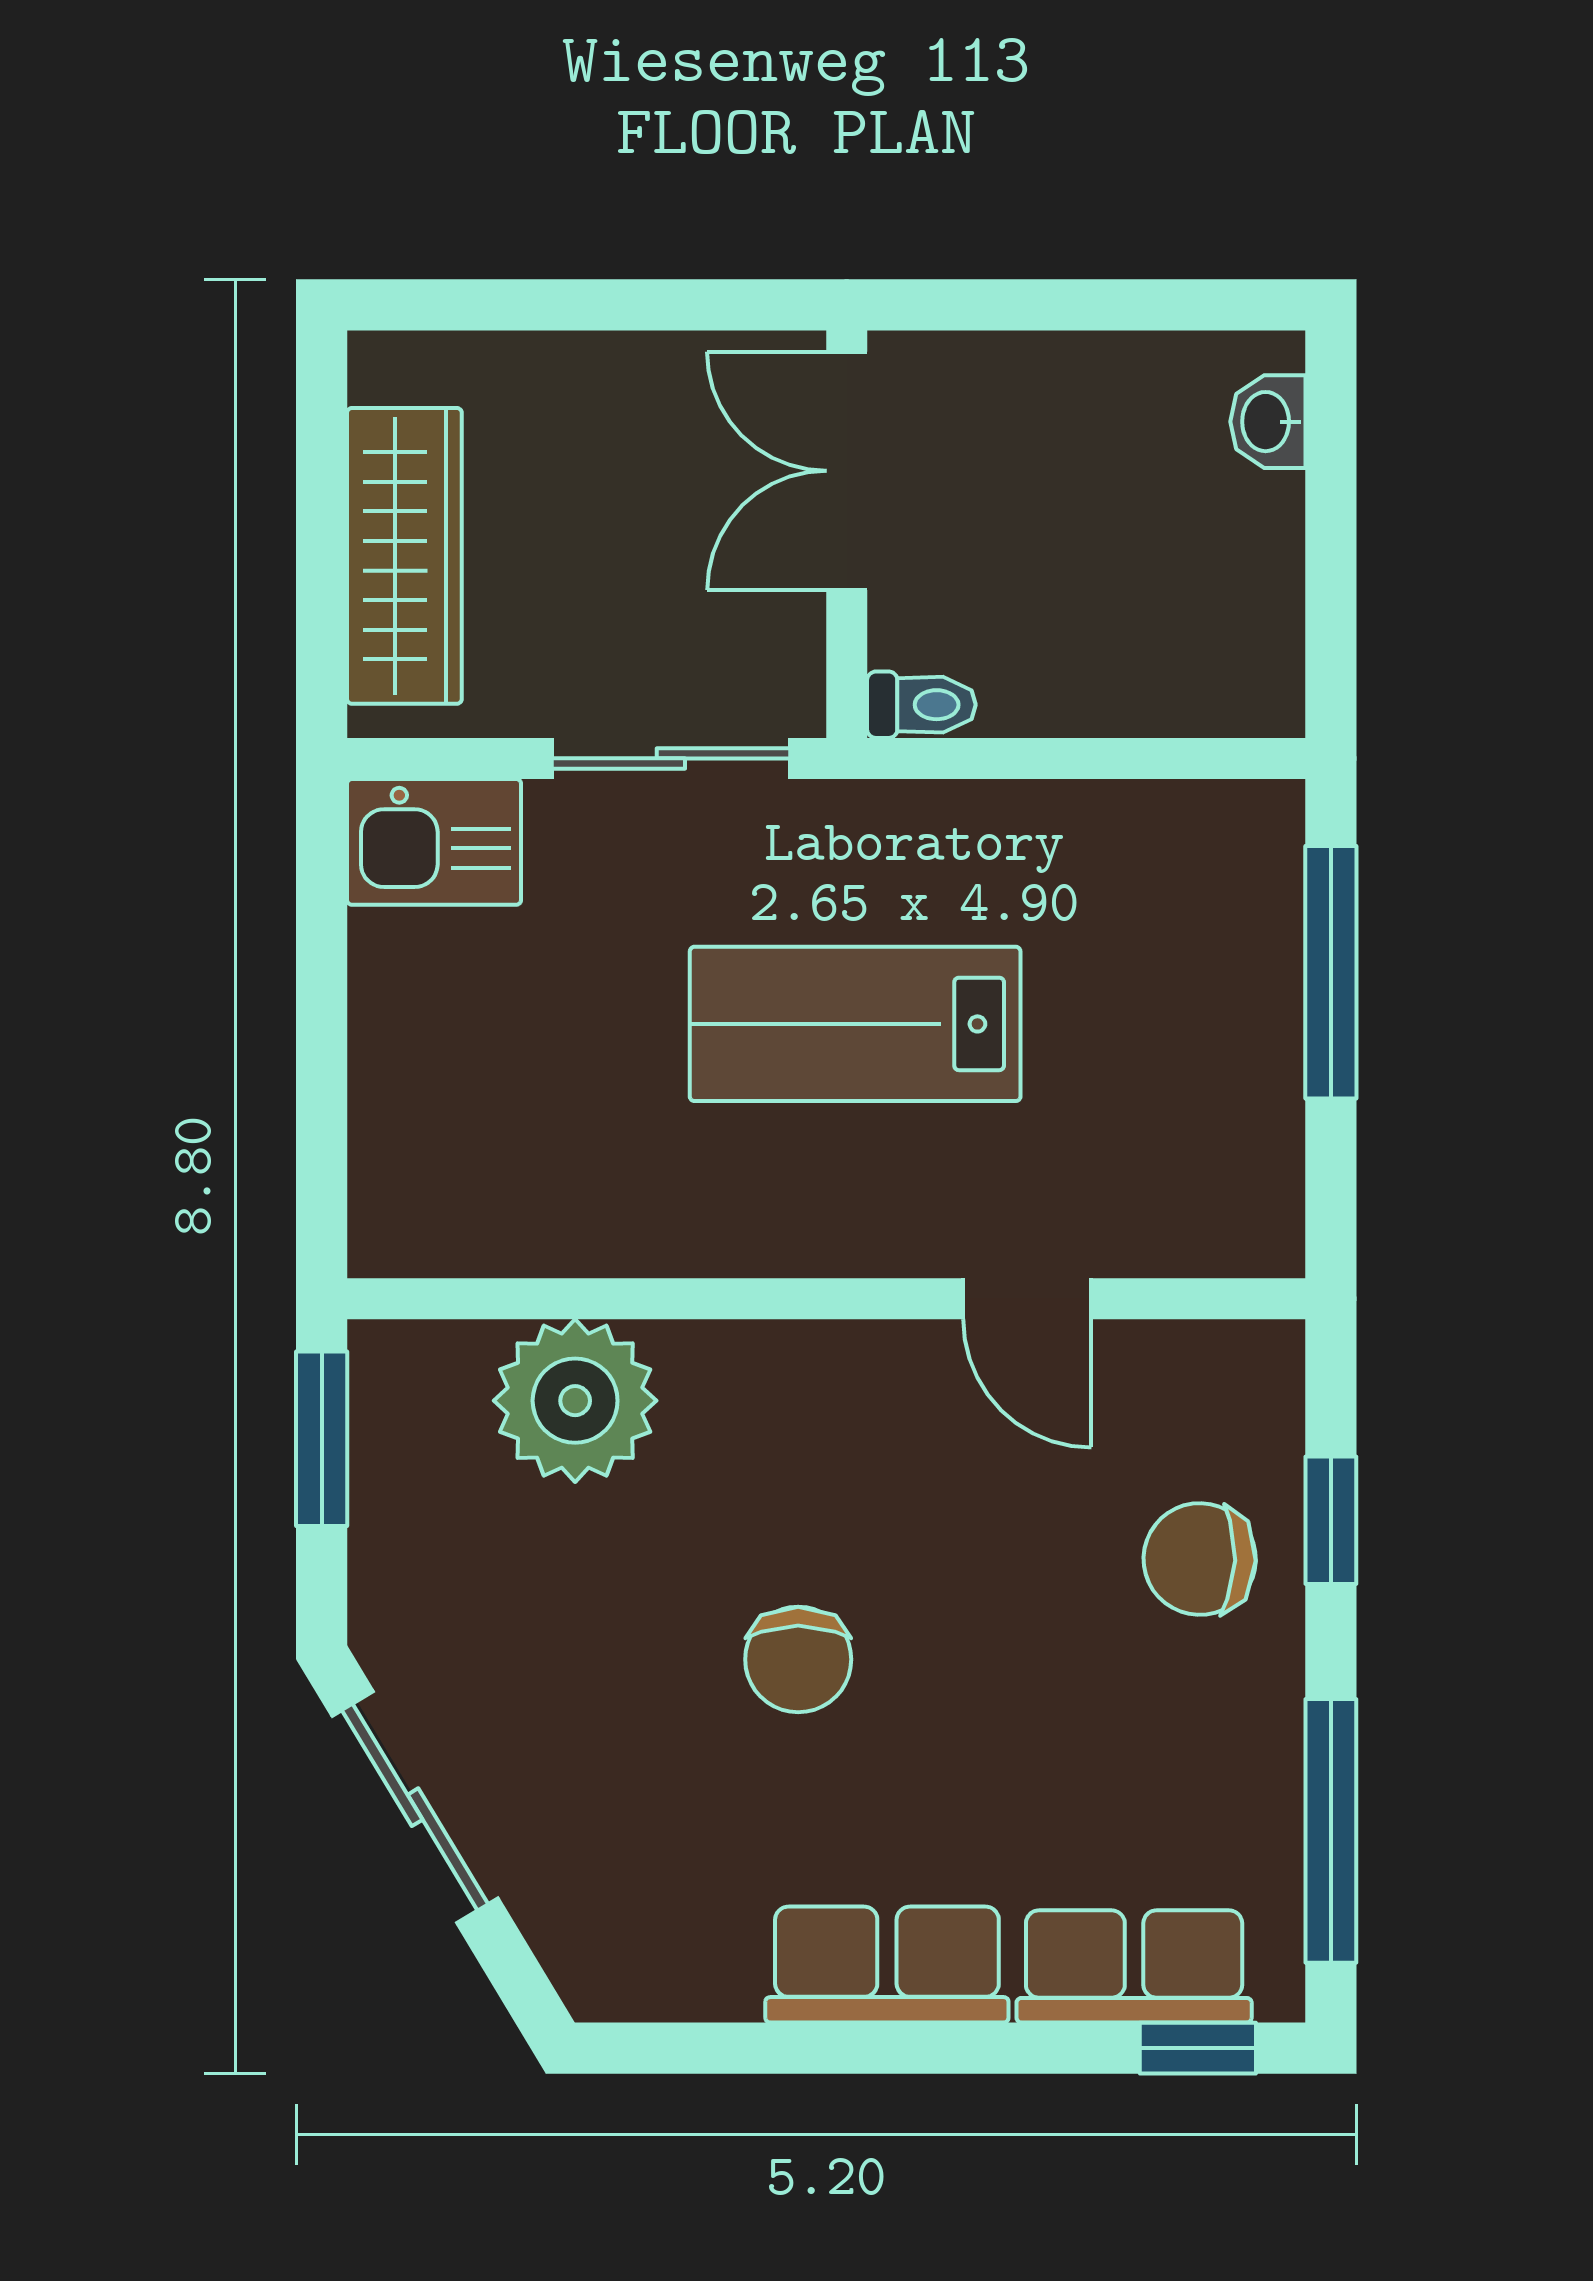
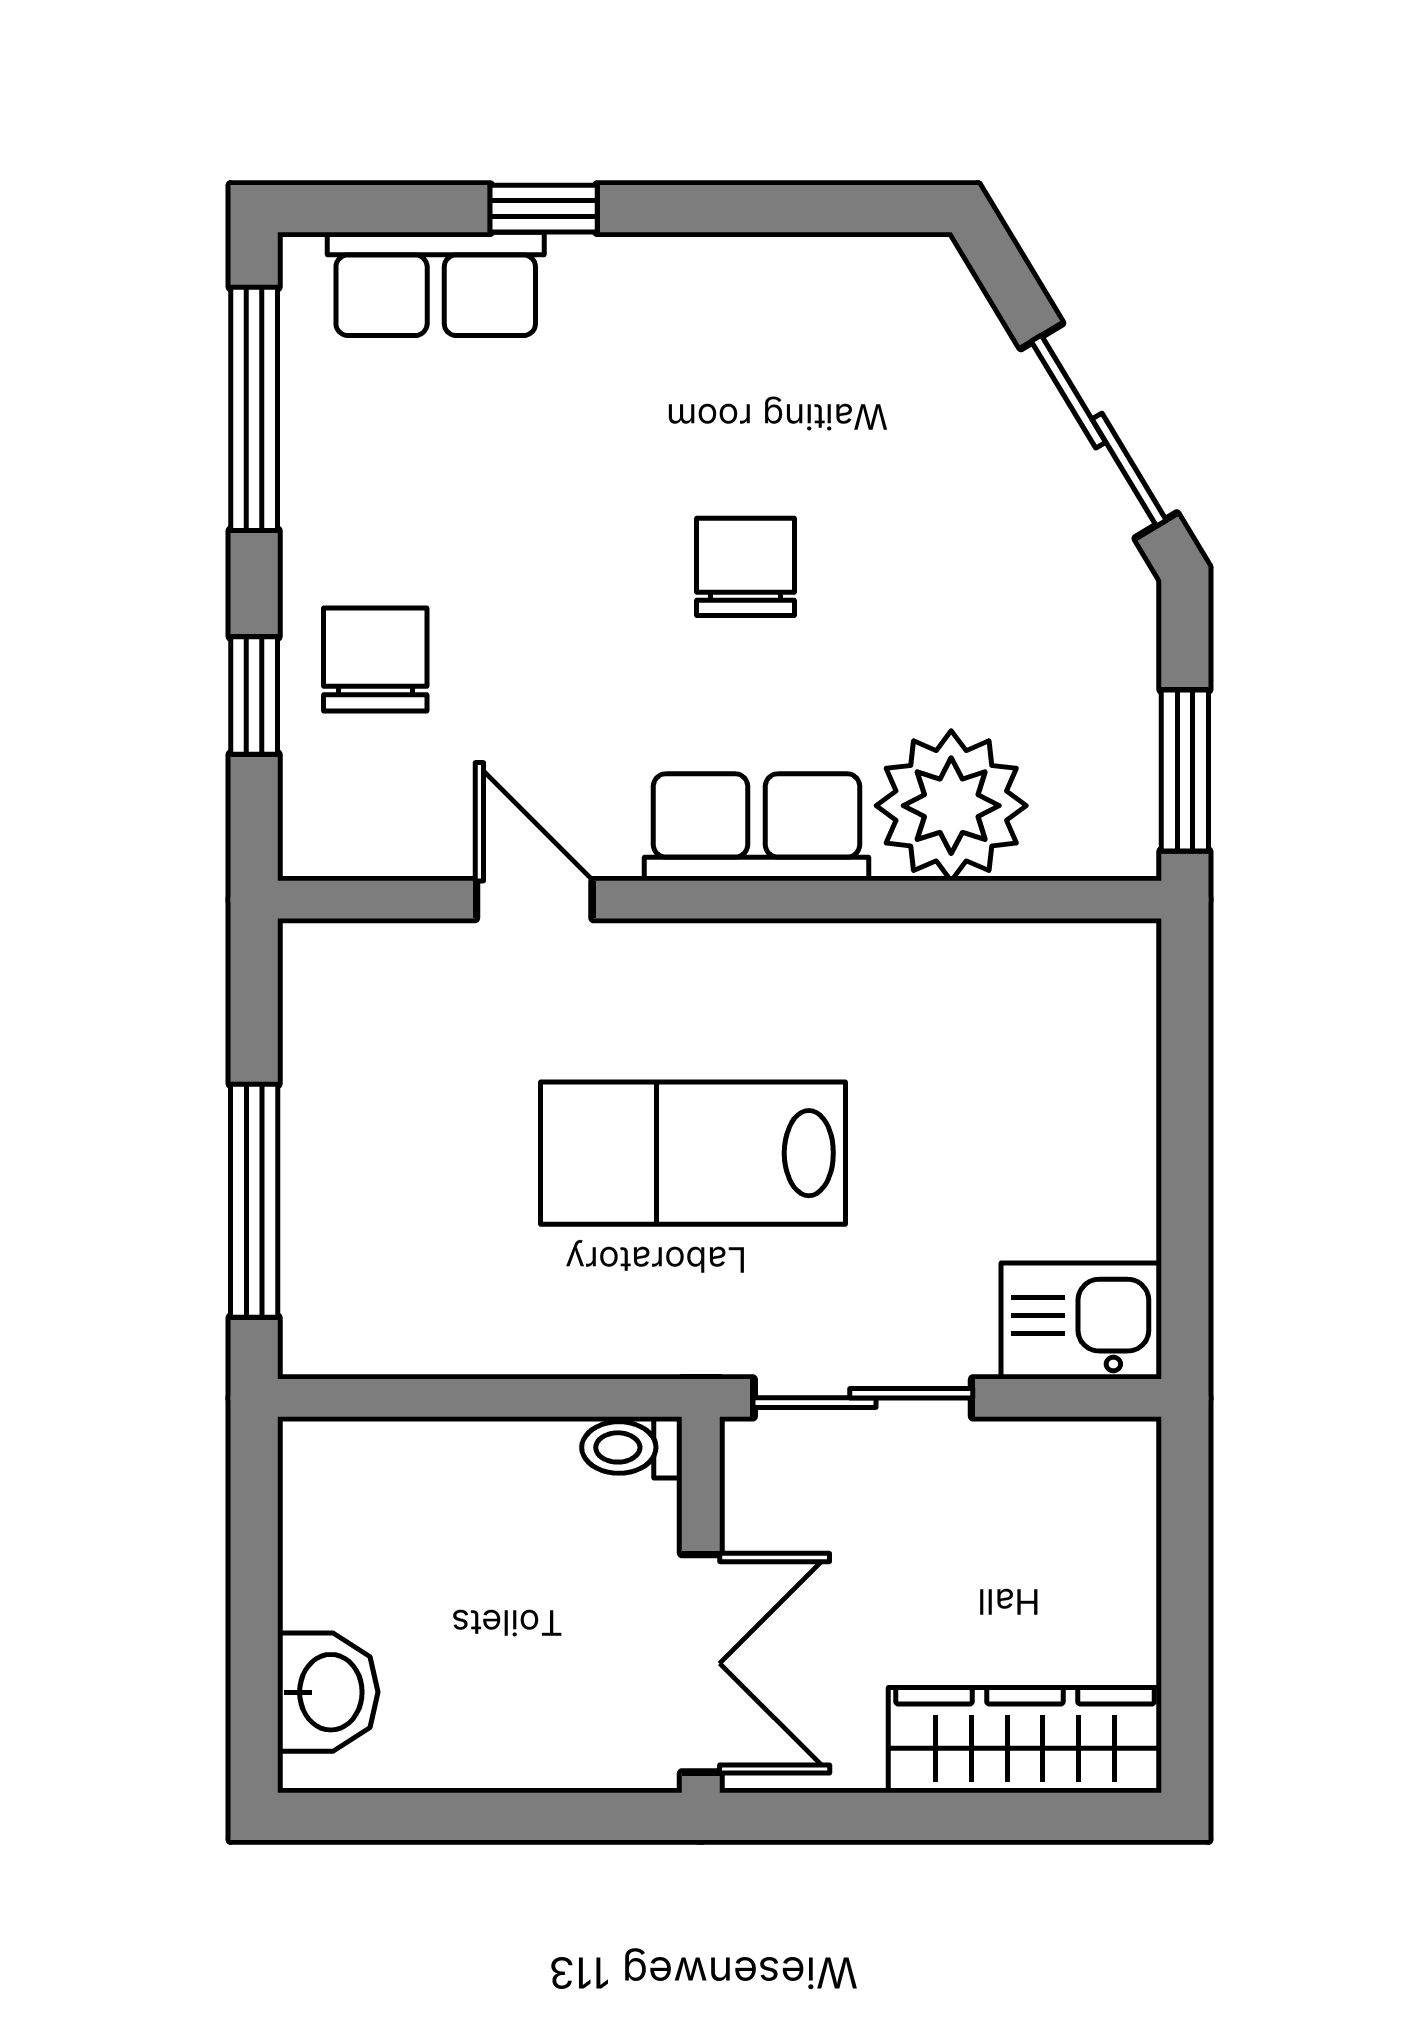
washbasin: (1268, 422) -> (328, 1692), width x1.38, depth x1.45
wardrobe: (404, 556) -> (1025, 1740), moved, turned 90
lab bench: (855, 1024) -> (693, 1153), turned 180
chair: (1200, 1559) -> (375, 660), turned -92
row of seats: (887, 1964) -> (757, 827), moved, turned 180
window: (1198, 2048) -> (544, 209), moved

